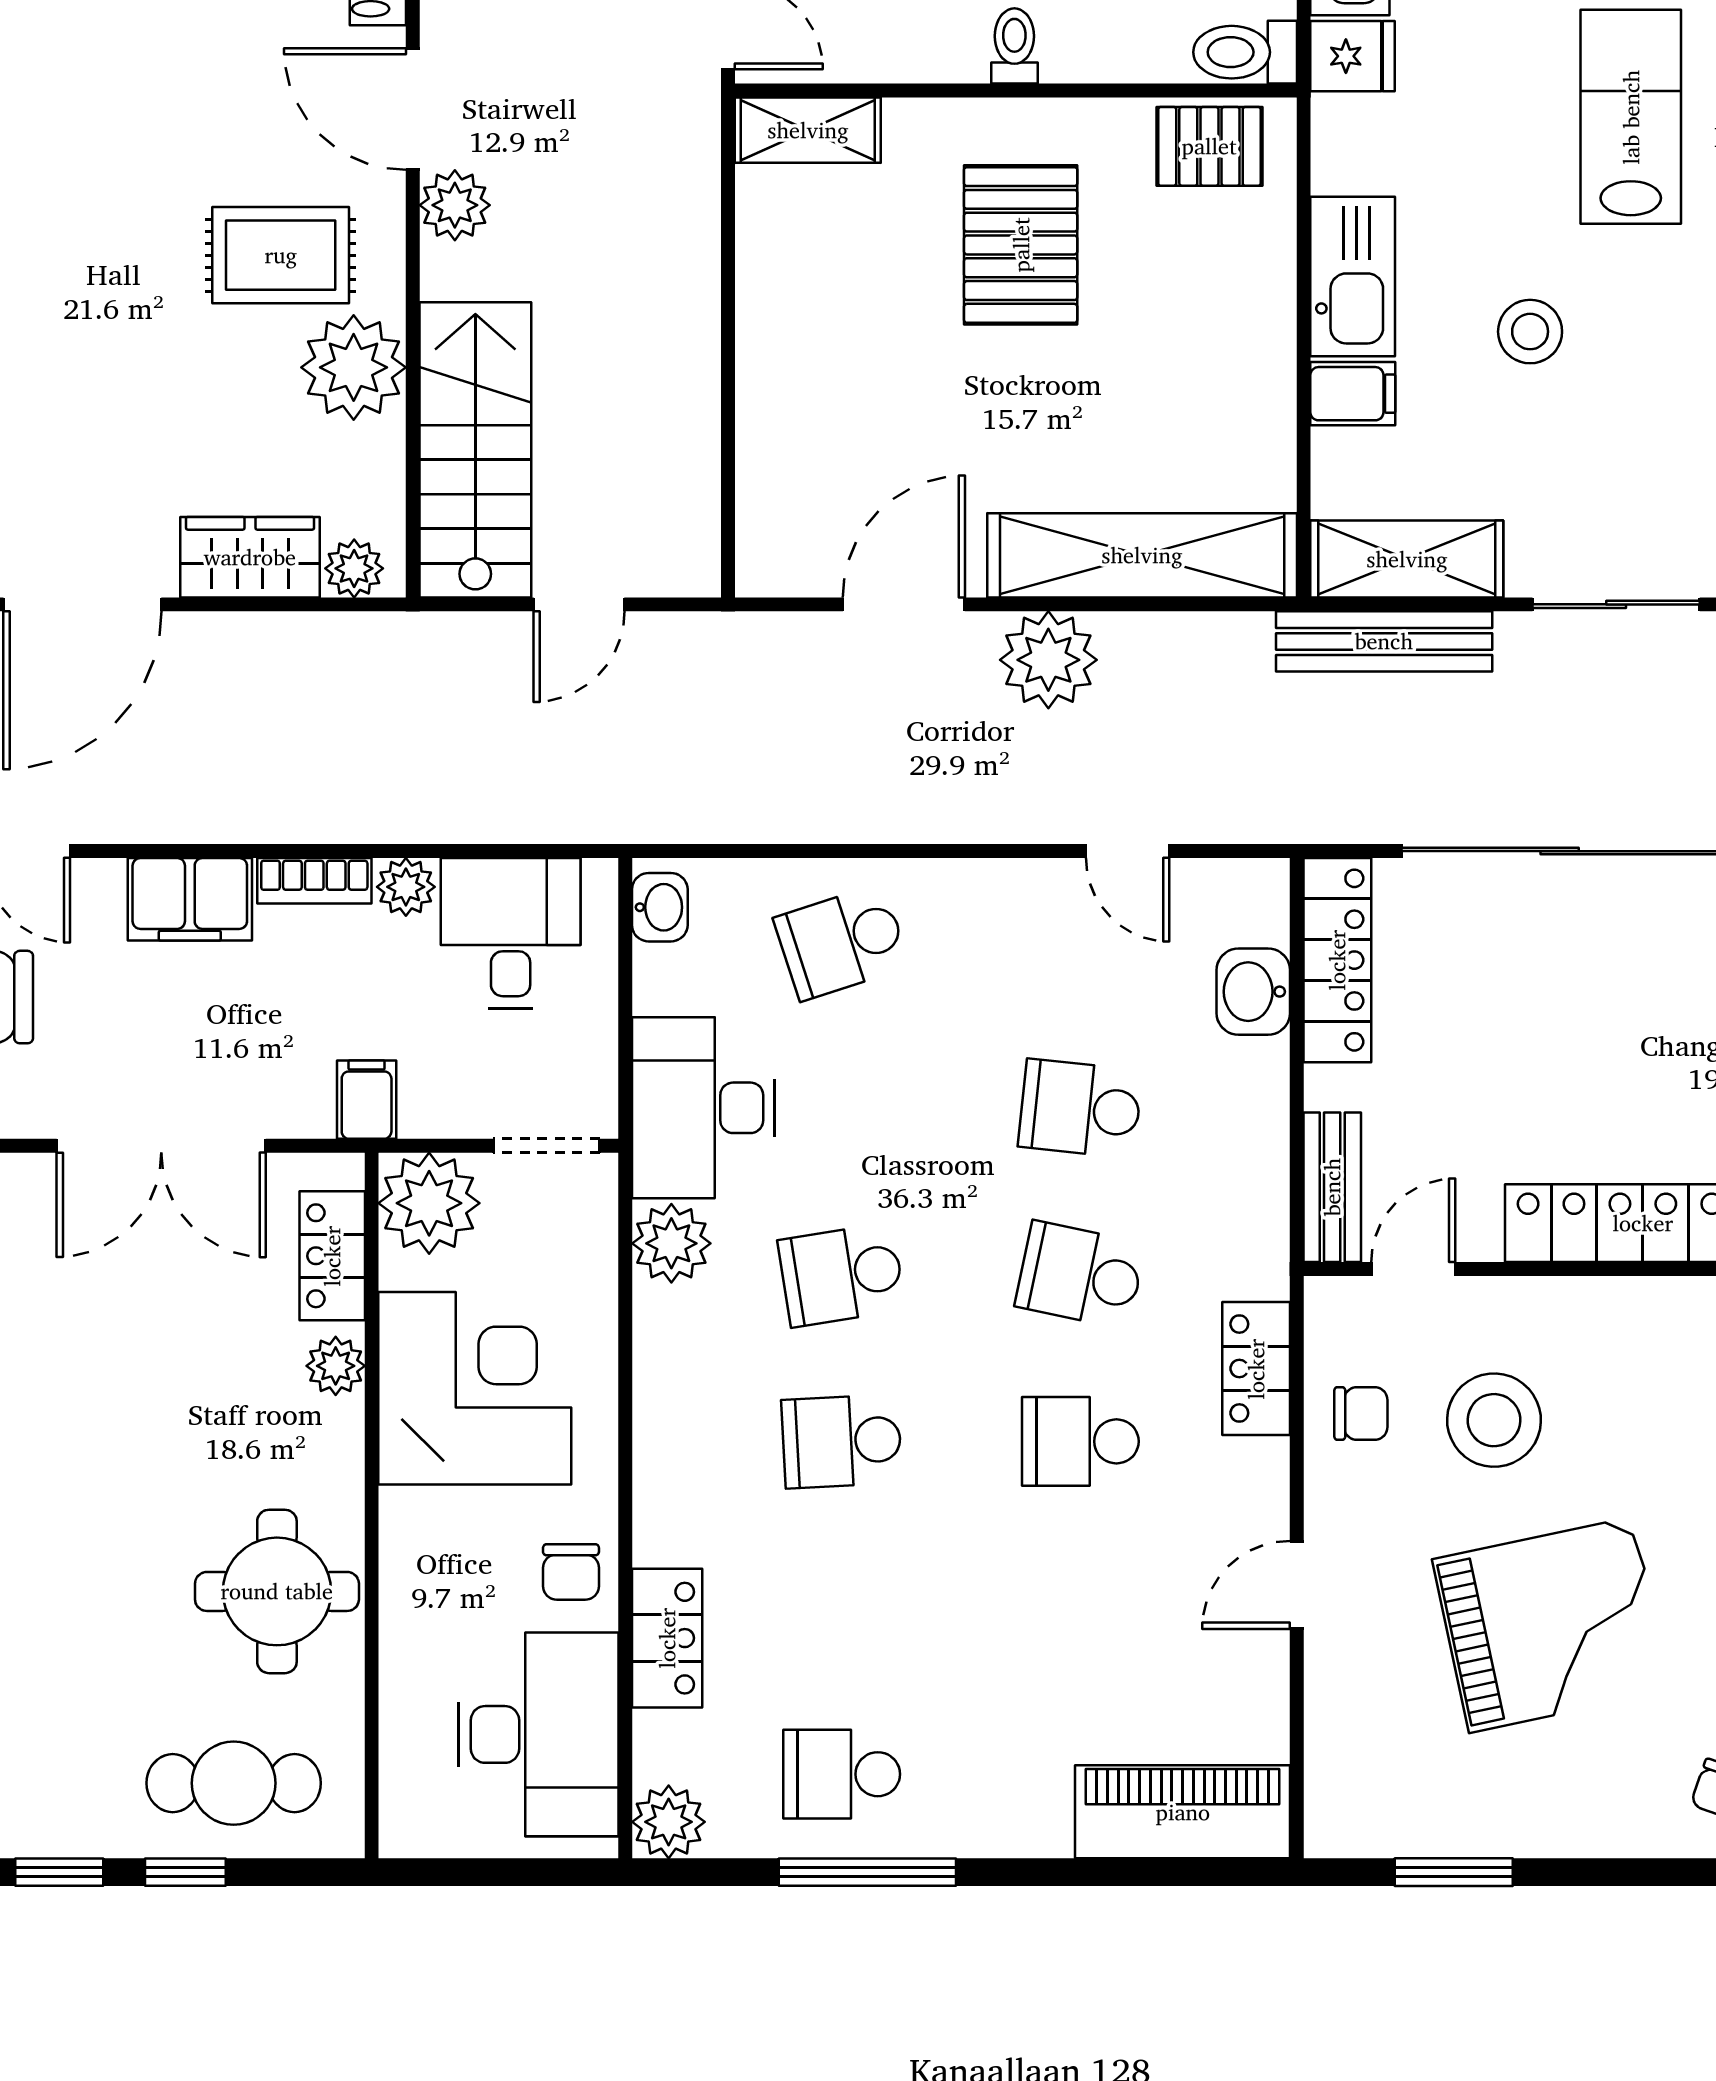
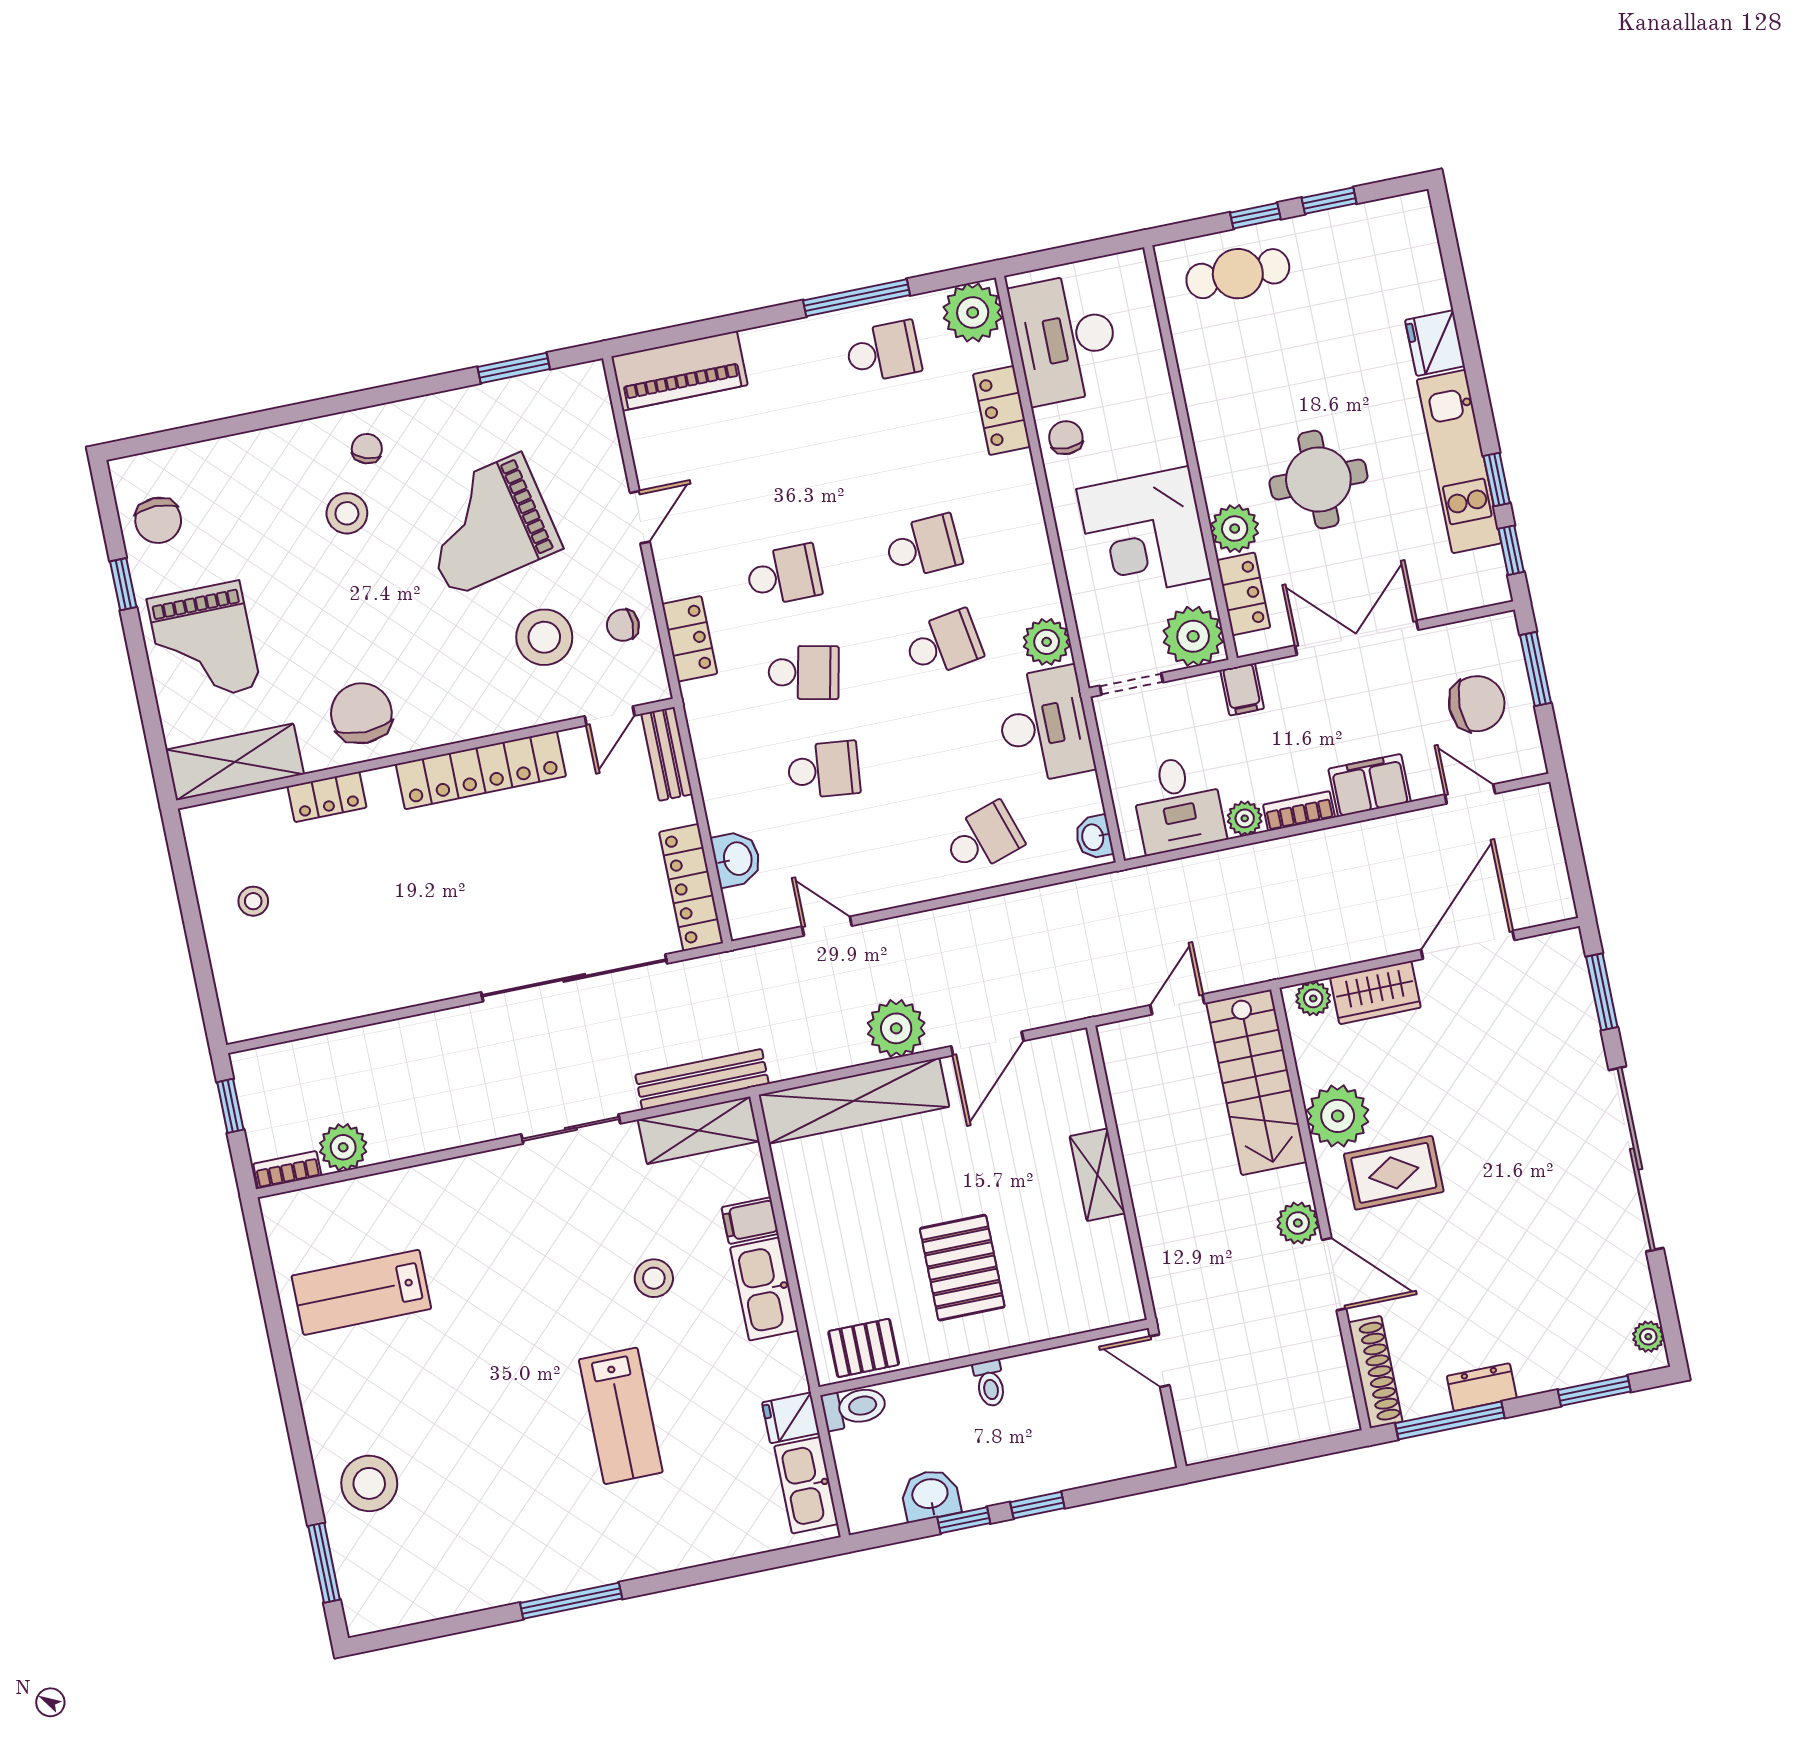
shelving: (808, 130) -> (1097, 1175), moved, turned 90
plant: (336, 1366) -> (1235, 529), width x1.38, depth x1.38
round table: (277, 1591) -> (1318, 479), moved
plant: (669, 1822) -> (973, 312), width x1.36, depth x1.36

